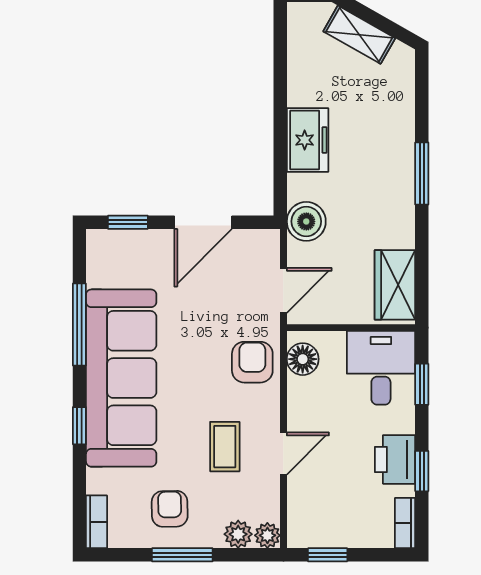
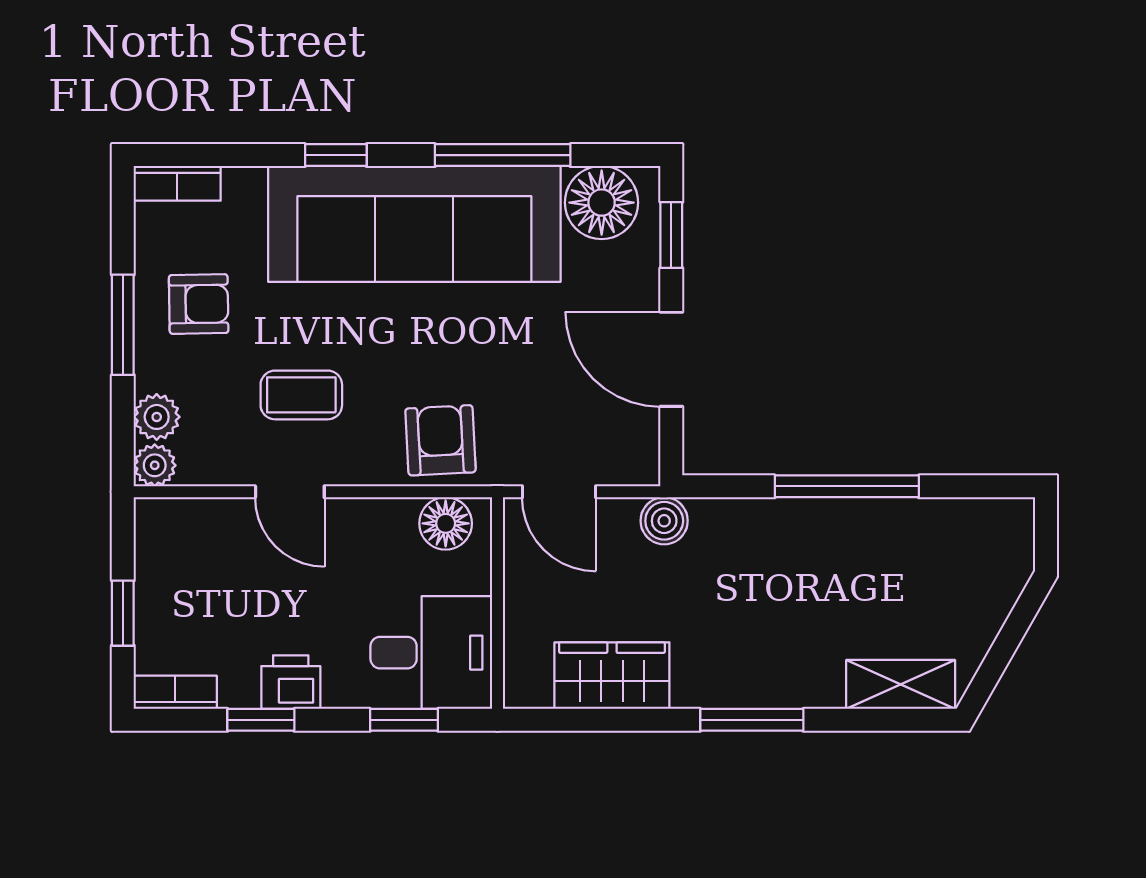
shelving: (359, 35) -> (901, 684), moved, turned 60
window: (280, 116) -> (847, 486), added
freezer: (308, 140) -> (807, 531), removed
boiler: (306, 221) -> (664, 521), width x0.73, depth x0.73
floor lamp: (108, 265) -> (602, 203), added
wardrobe: (395, 285) -> (612, 676), moved
armchair: (252, 362) -> (441, 440), turned -93
printer: (395, 459) -> (291, 682), width x0.73, depth x0.81
window: (328, 555) -> (123, 613), moved

